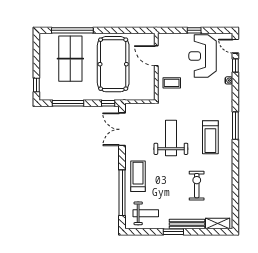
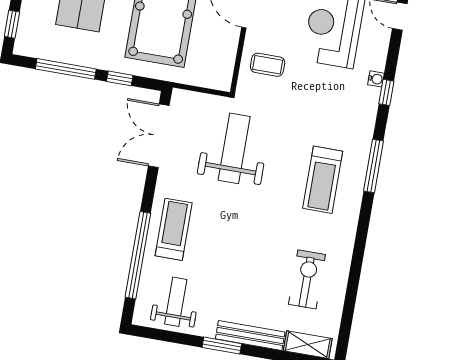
window: (235, 65) -> (386, 92), moved
window: (108, 103) -> (120, 78), moved
weight bench: (171, 138) -> (234, 148), moved
exercise bike: (197, 186) -> (307, 279), moved
weight bench: (146, 213) -> (176, 302), turned -90

